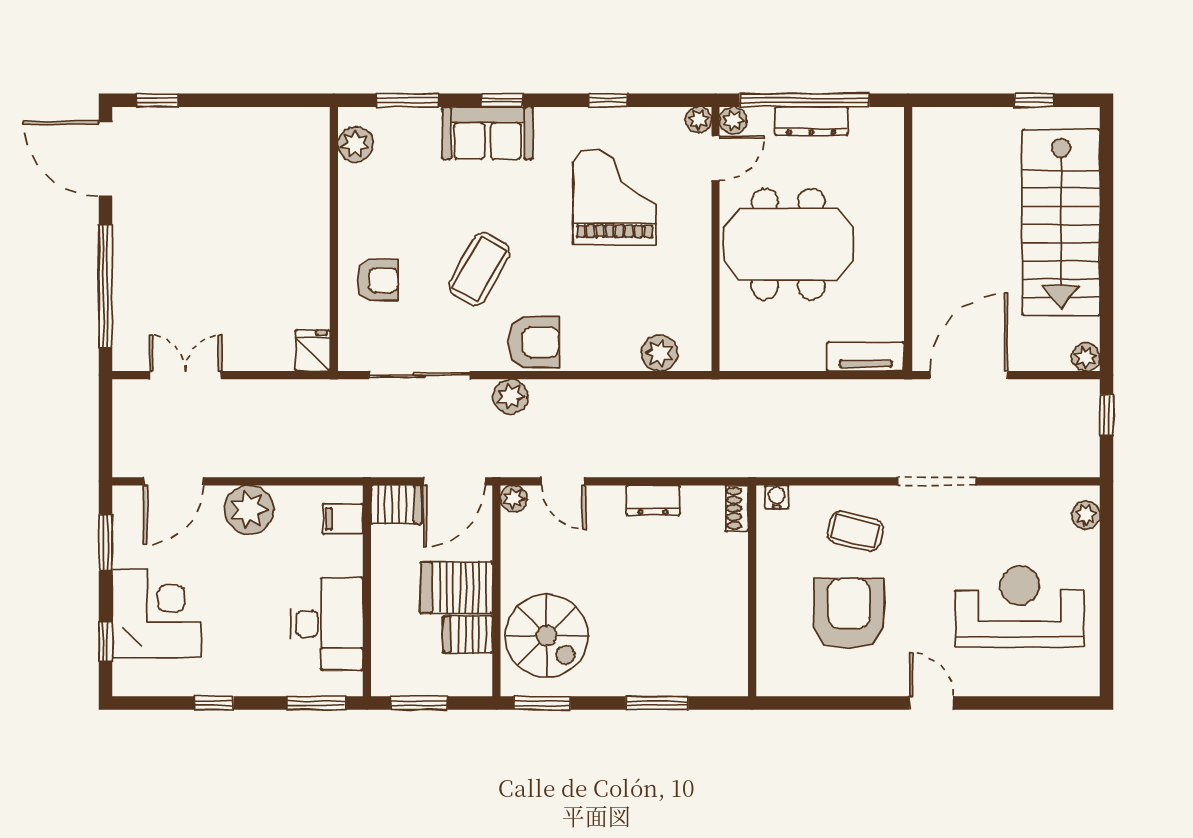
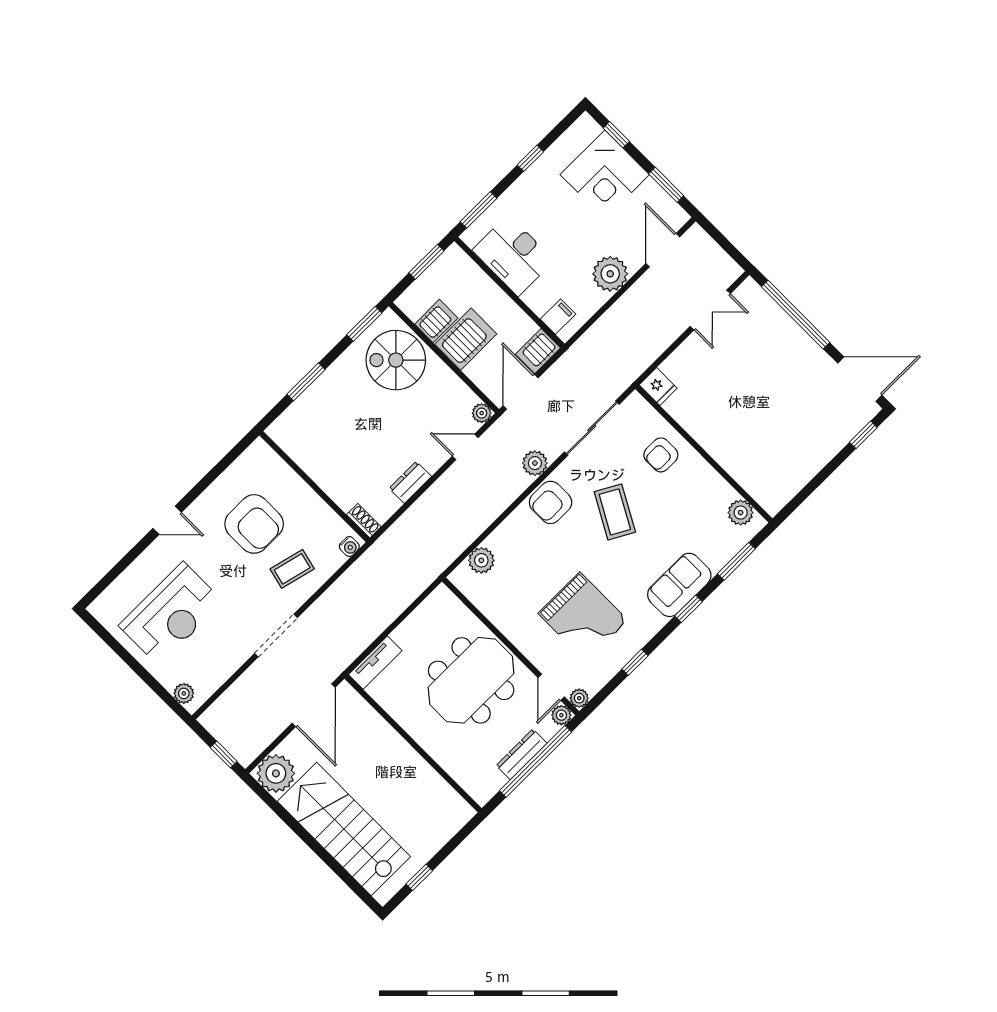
plant: (1086, 357) -> (276, 773), width x1.88, depth x1.88

